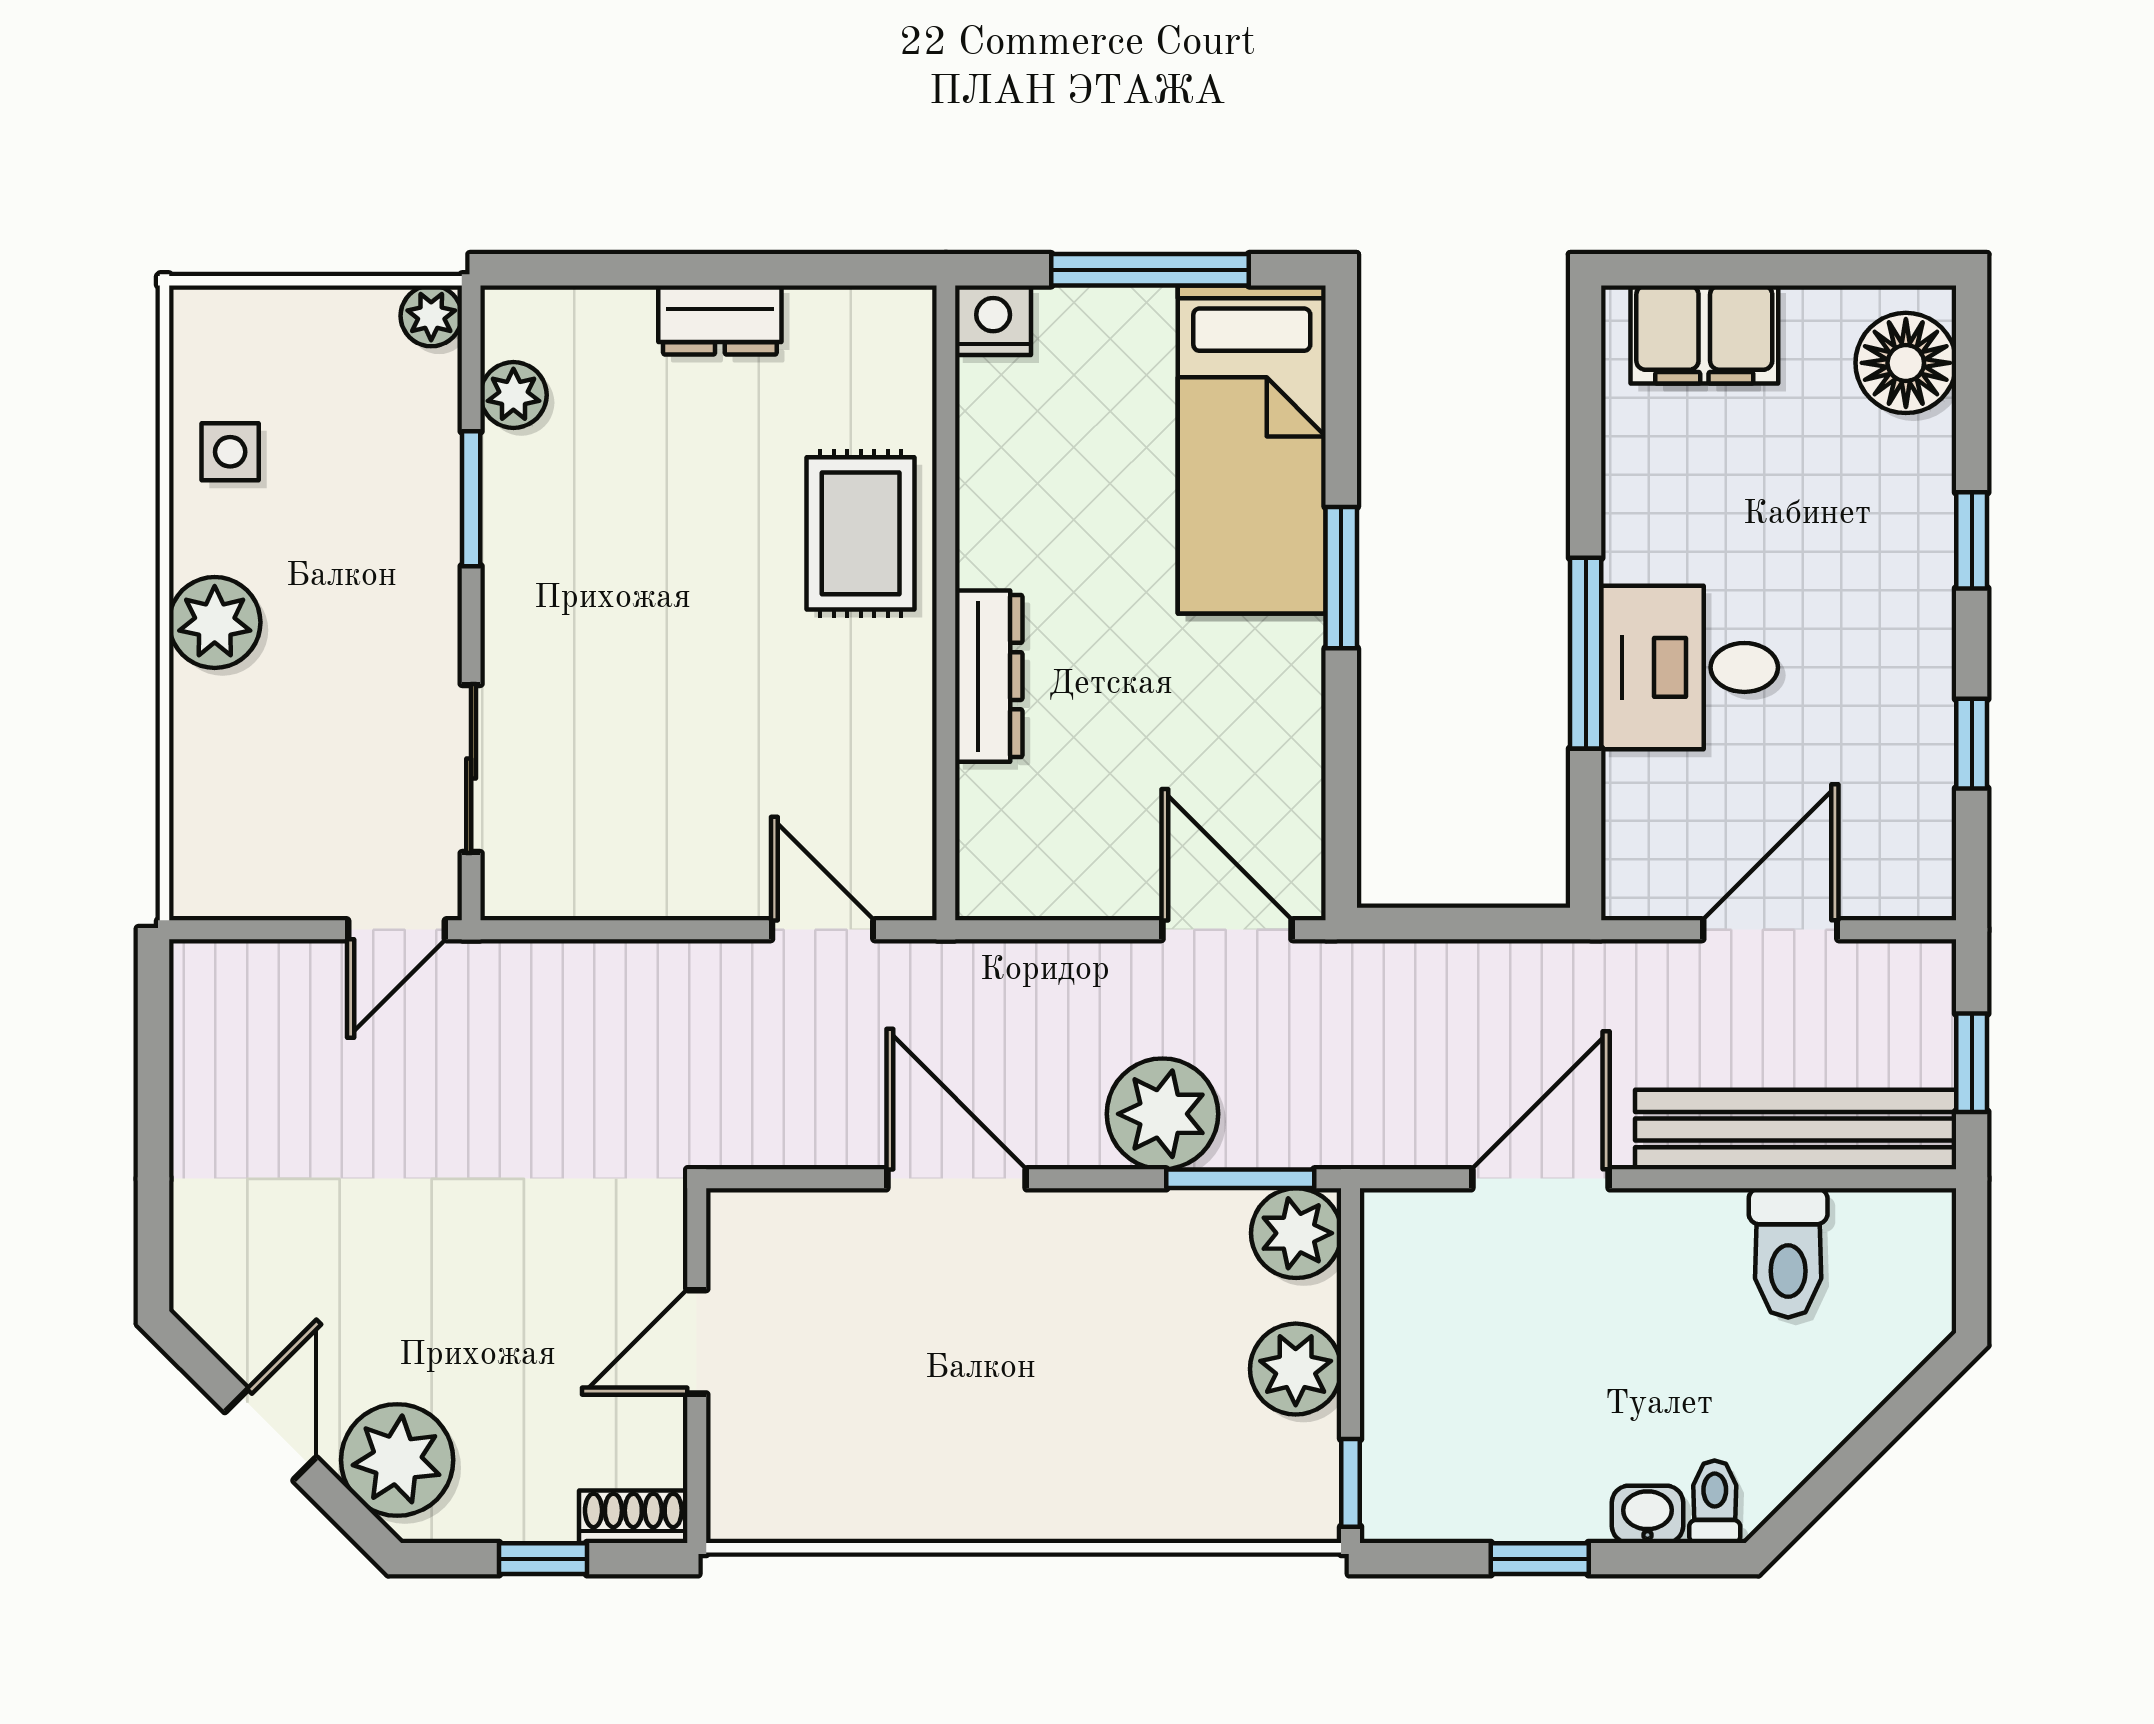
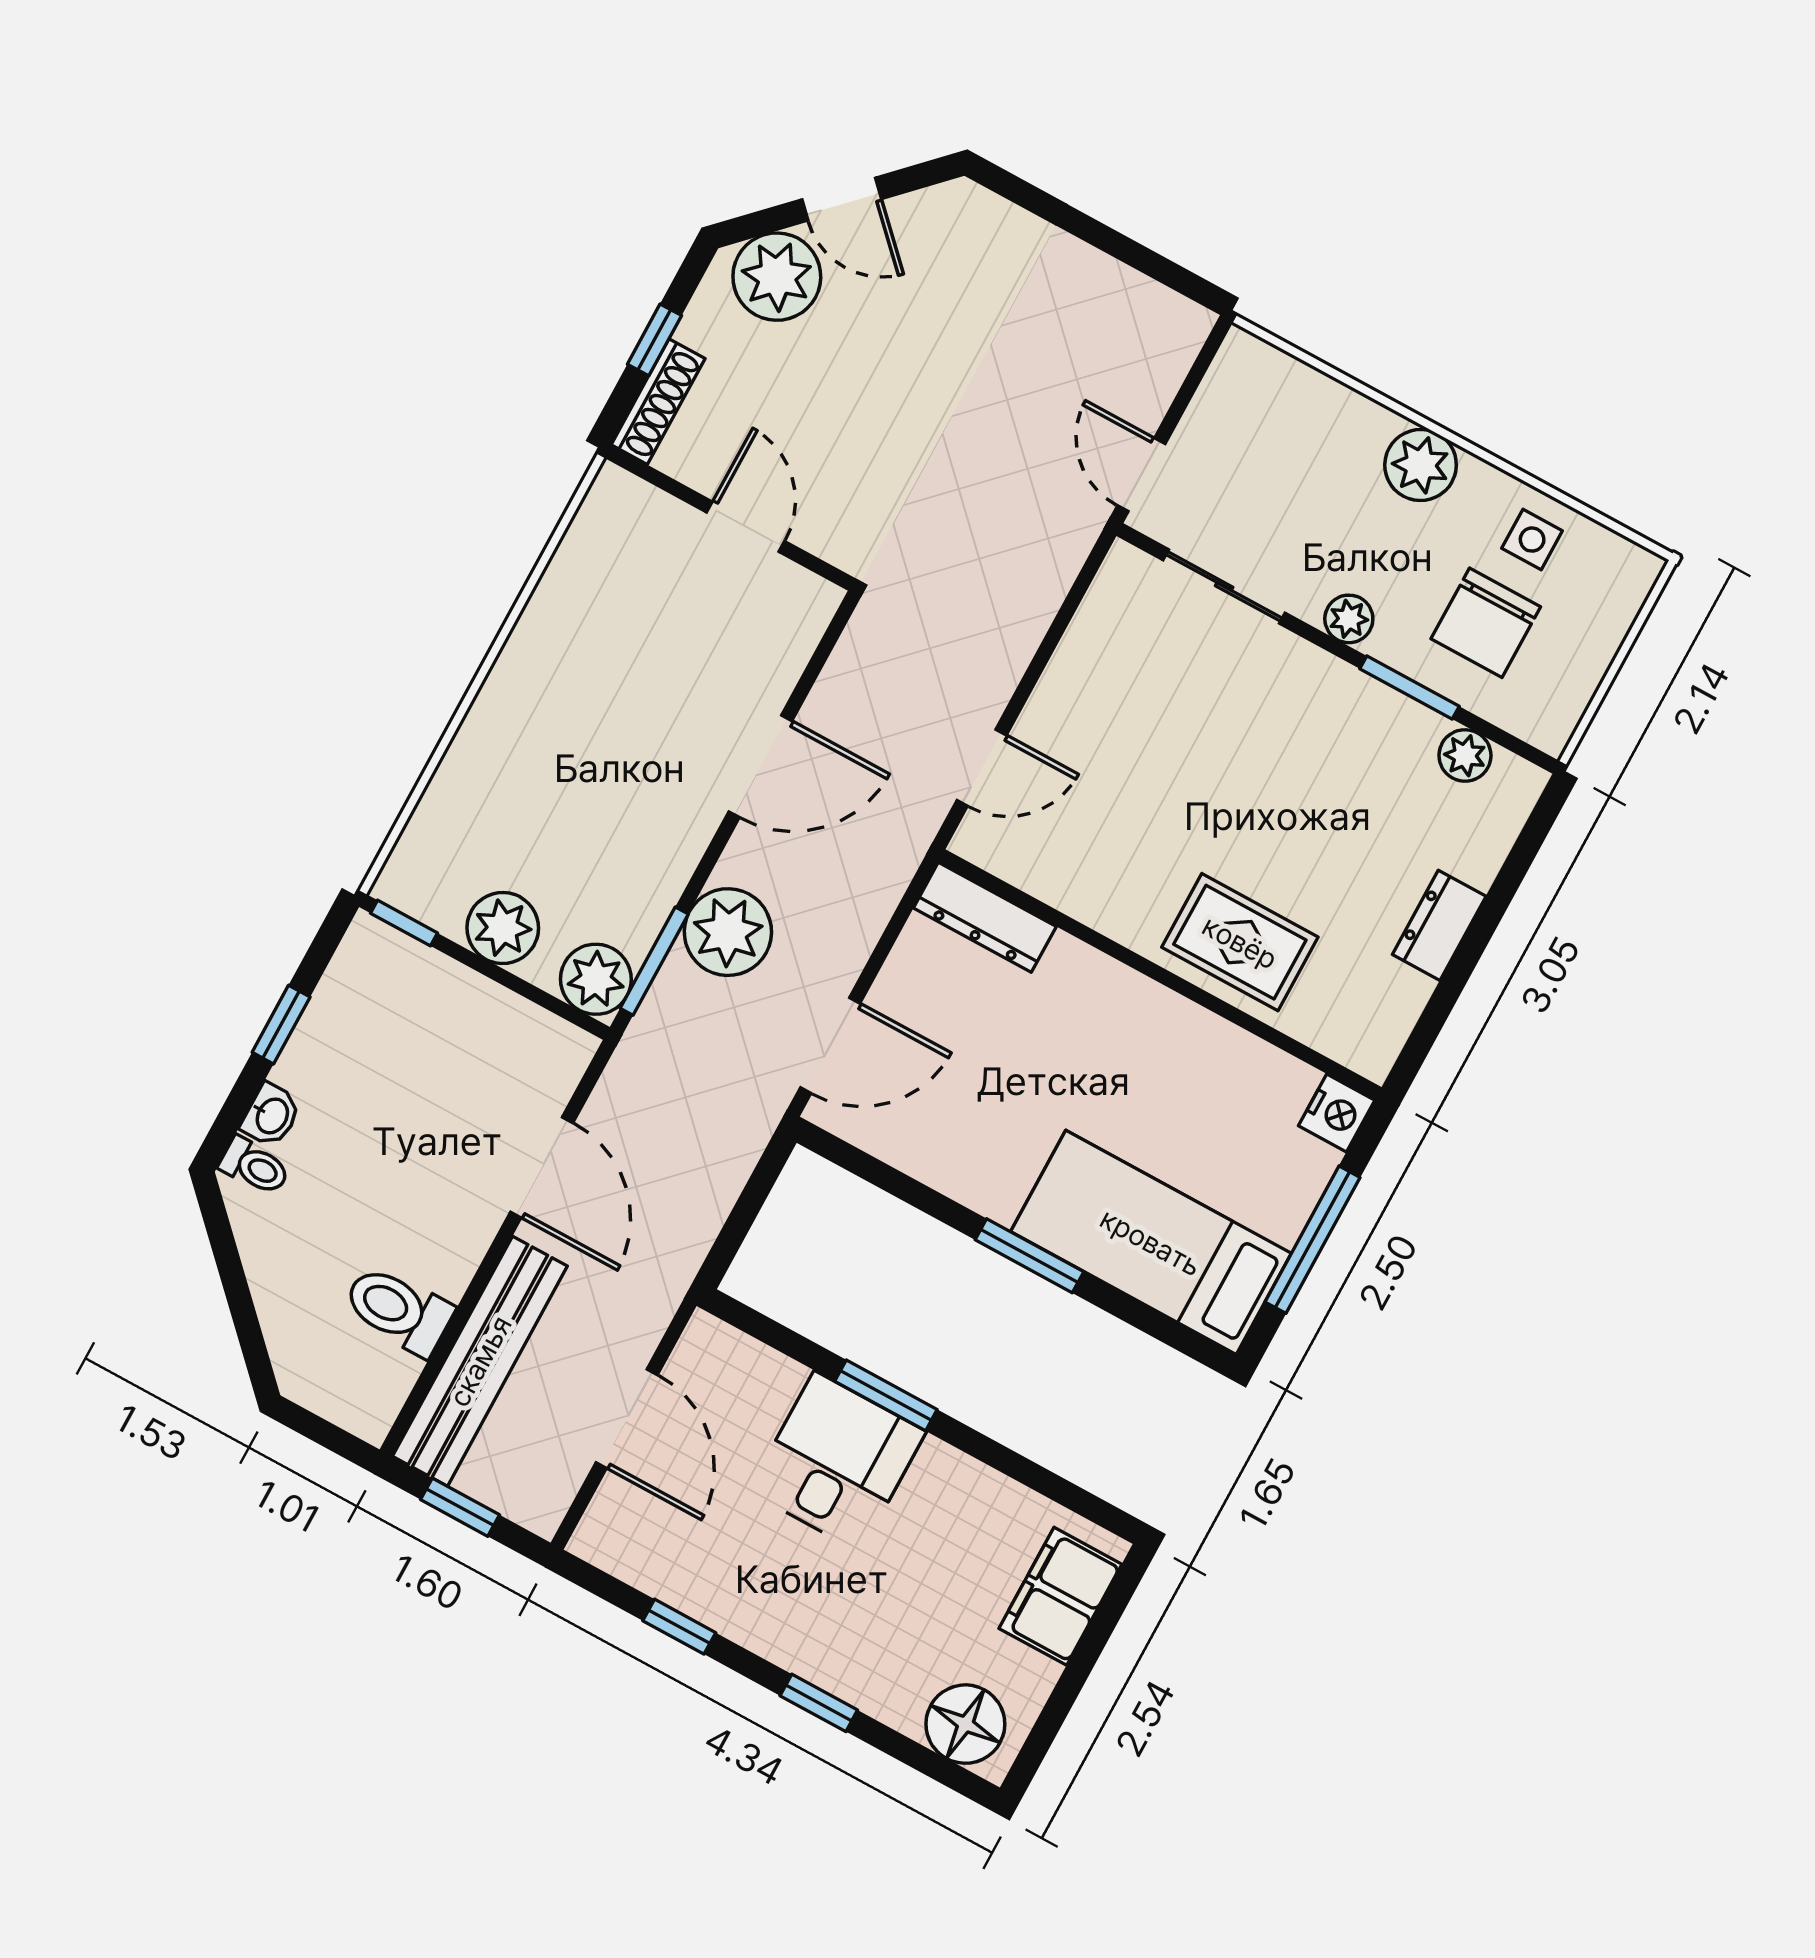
plant: (431, 316) -> (1349, 619), moved
chair: (352, 453) -> (1486, 623), added
window: (1586, 653) -> (886, 1395), width x0.69
dresser: (989, 676) -> (985, 917), moved
shoe rack: (633, 1517) -> (658, 402), width x1.43

